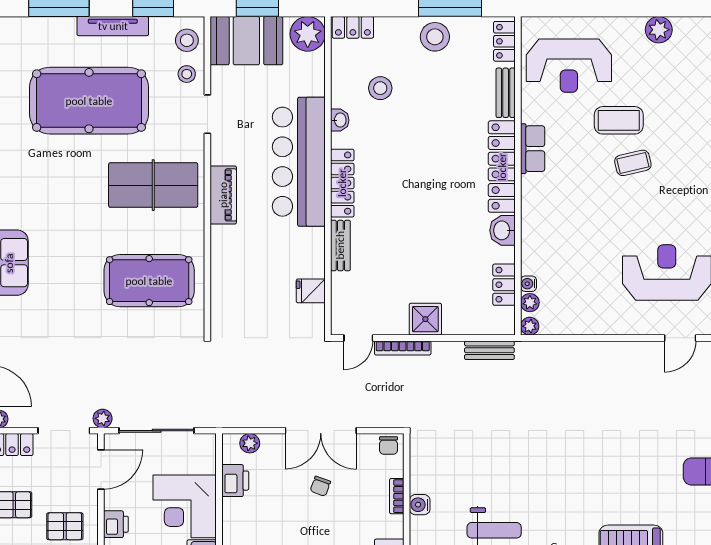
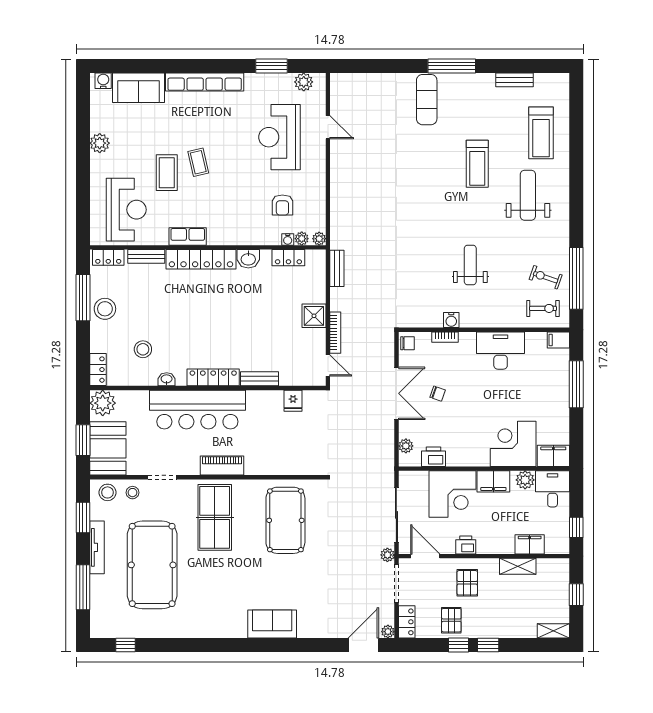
armchair: (575, 277) -> (282, 205), added

